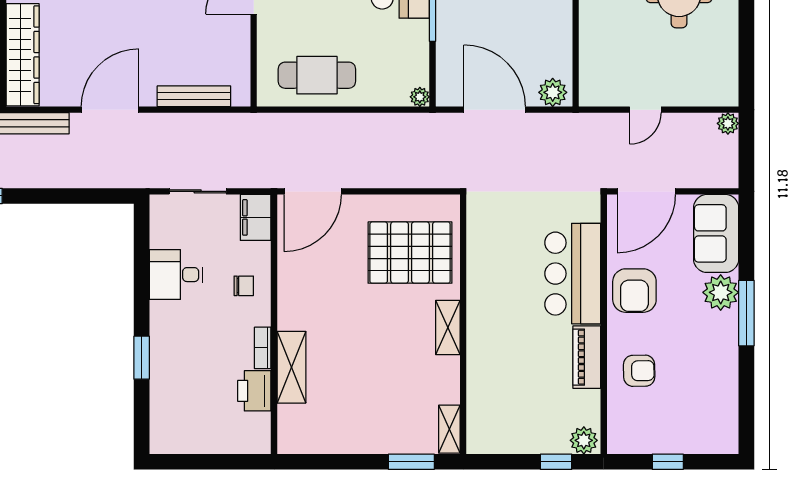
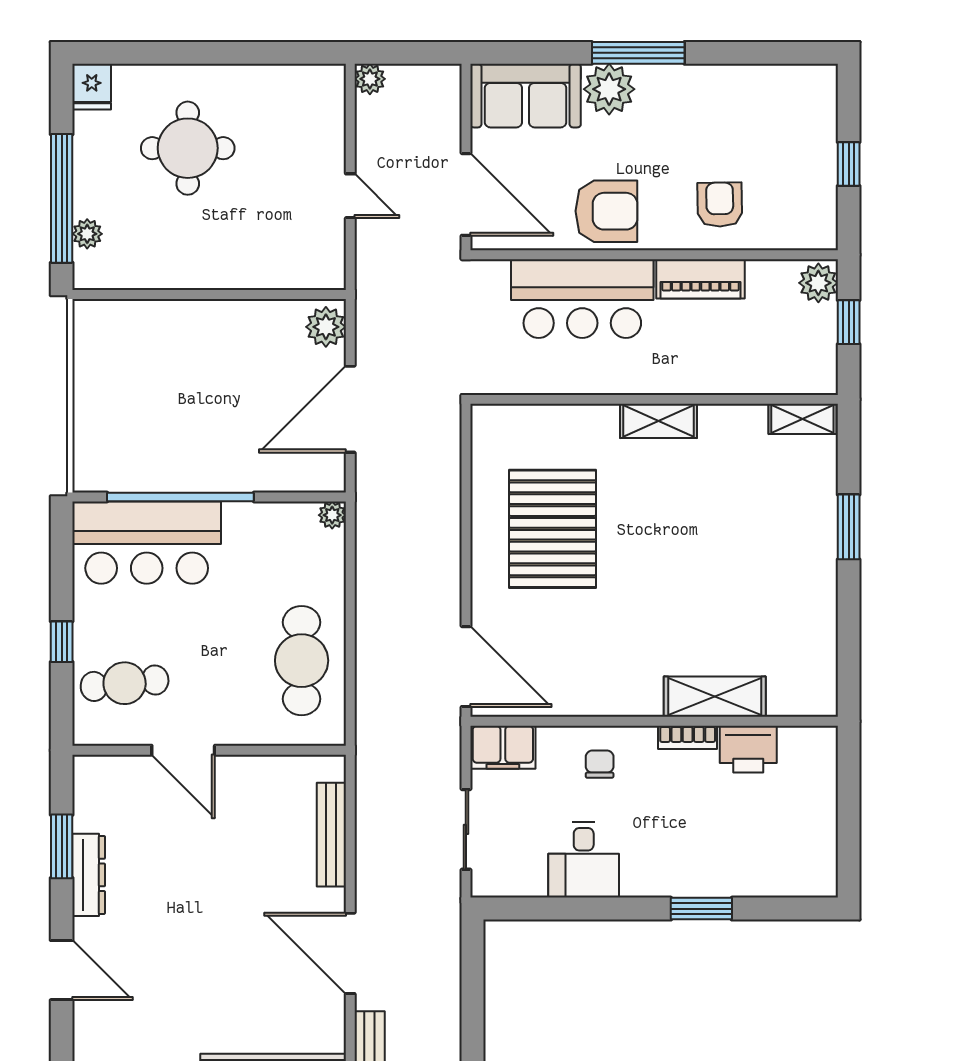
wall: (463, 324) -> (654, 399), moved
shelving: (448, 327) -> (658, 421), moved
shelving: (449, 429) -> (802, 419), moved

